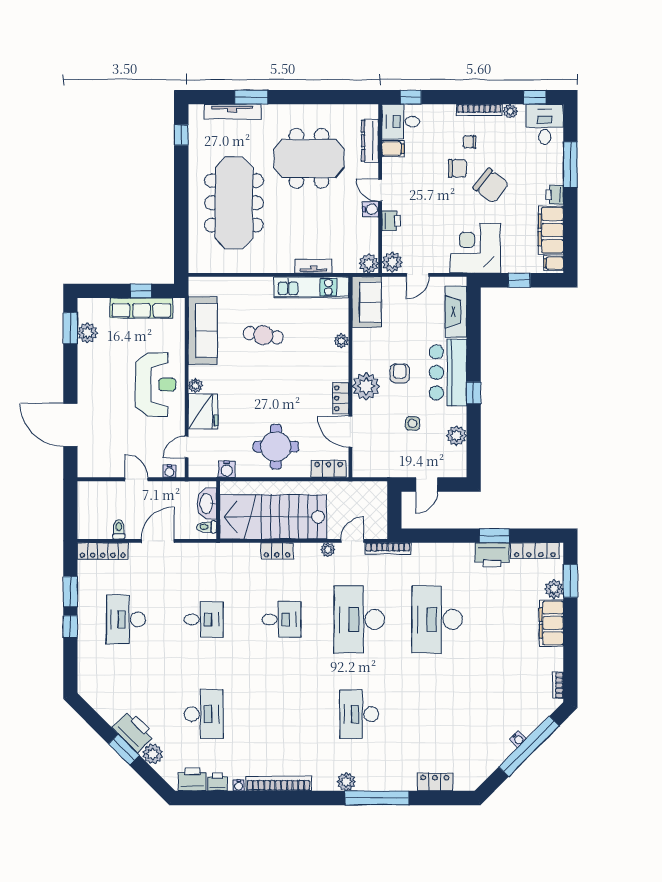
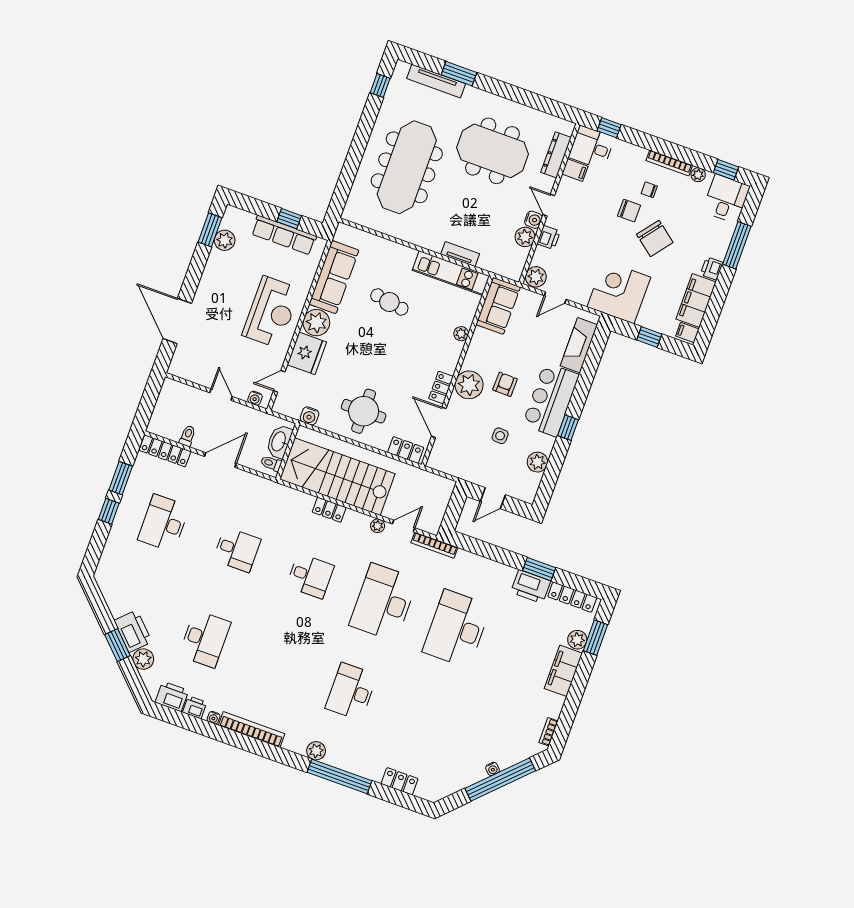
plant: (369, 263) -> (525, 237), moved
plant: (195, 385) -> (316, 323), width x1.87, depth x1.87

